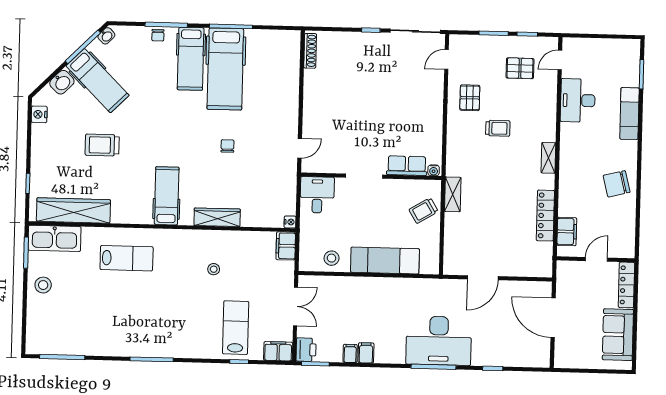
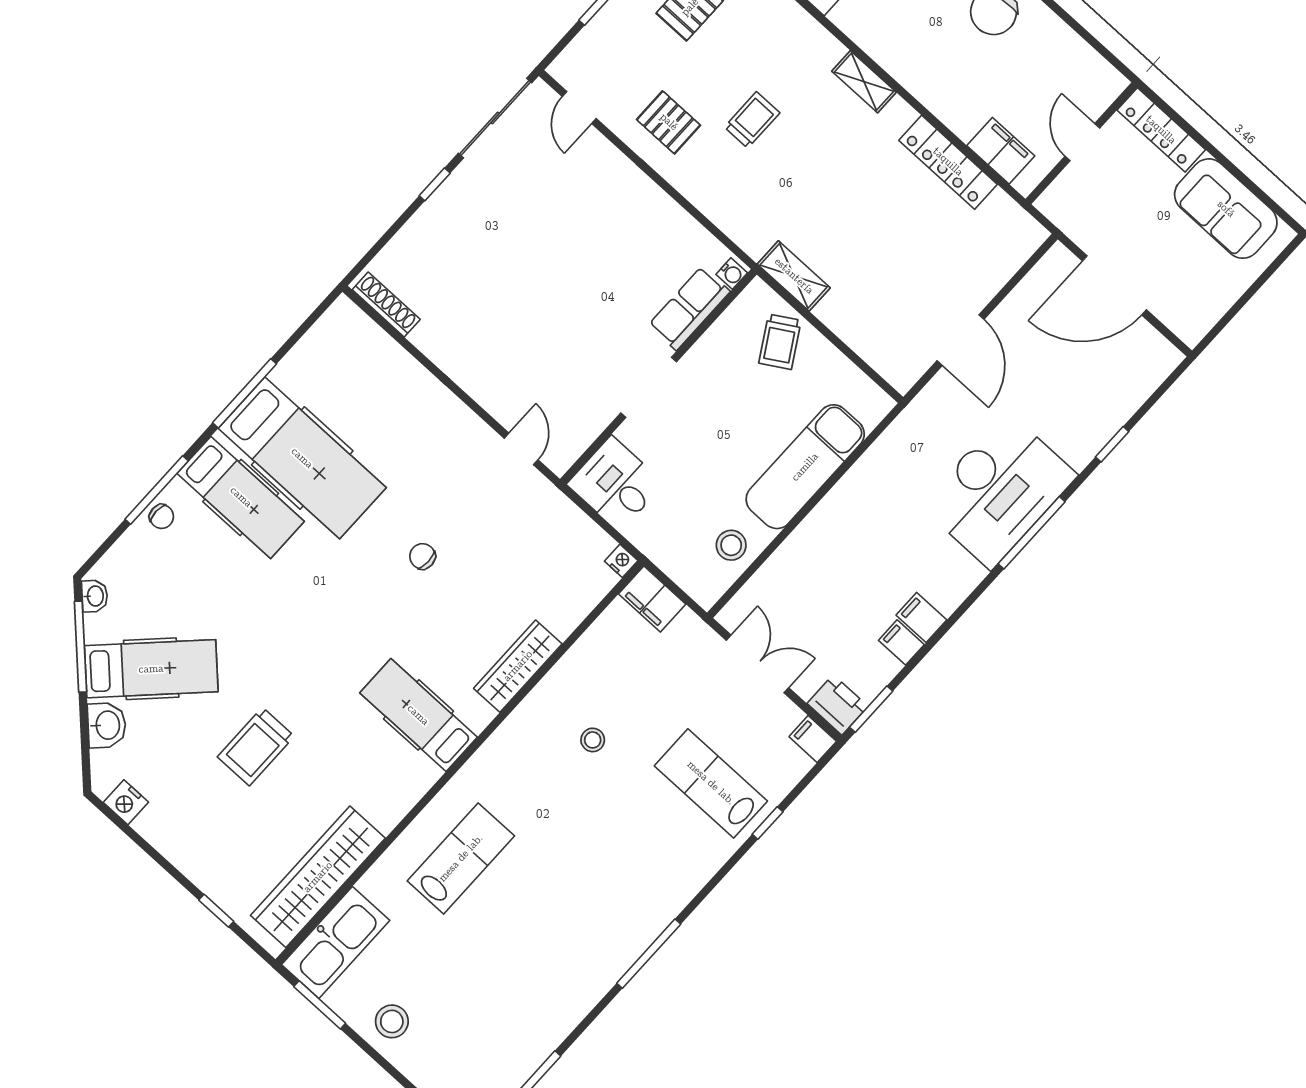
filing cabinet: (278, 351) -> (813, 739), width x0.50

